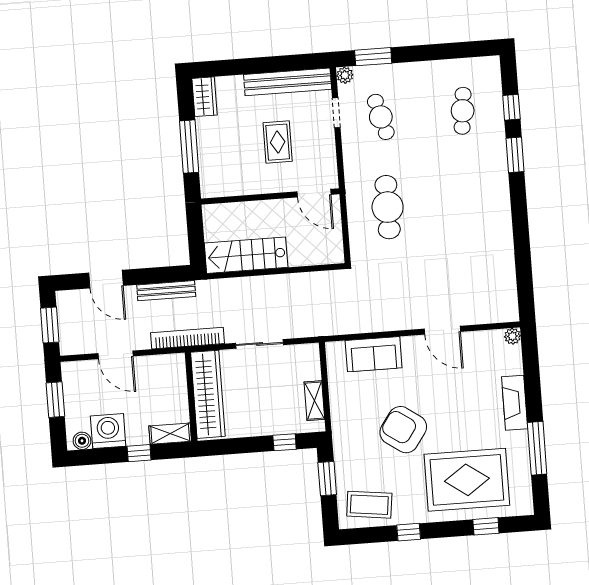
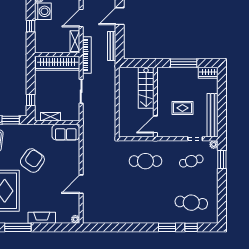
cafe table: (463, 111) -> (191, 203), width x1.37, depth x1.35
stairs: (246, 255) -> (146, 88), moved, turned 180
sofa: (374, 354) -> (66, 132), moved, turned -90
shelving: (170, 434) -> (75, 41), moved

